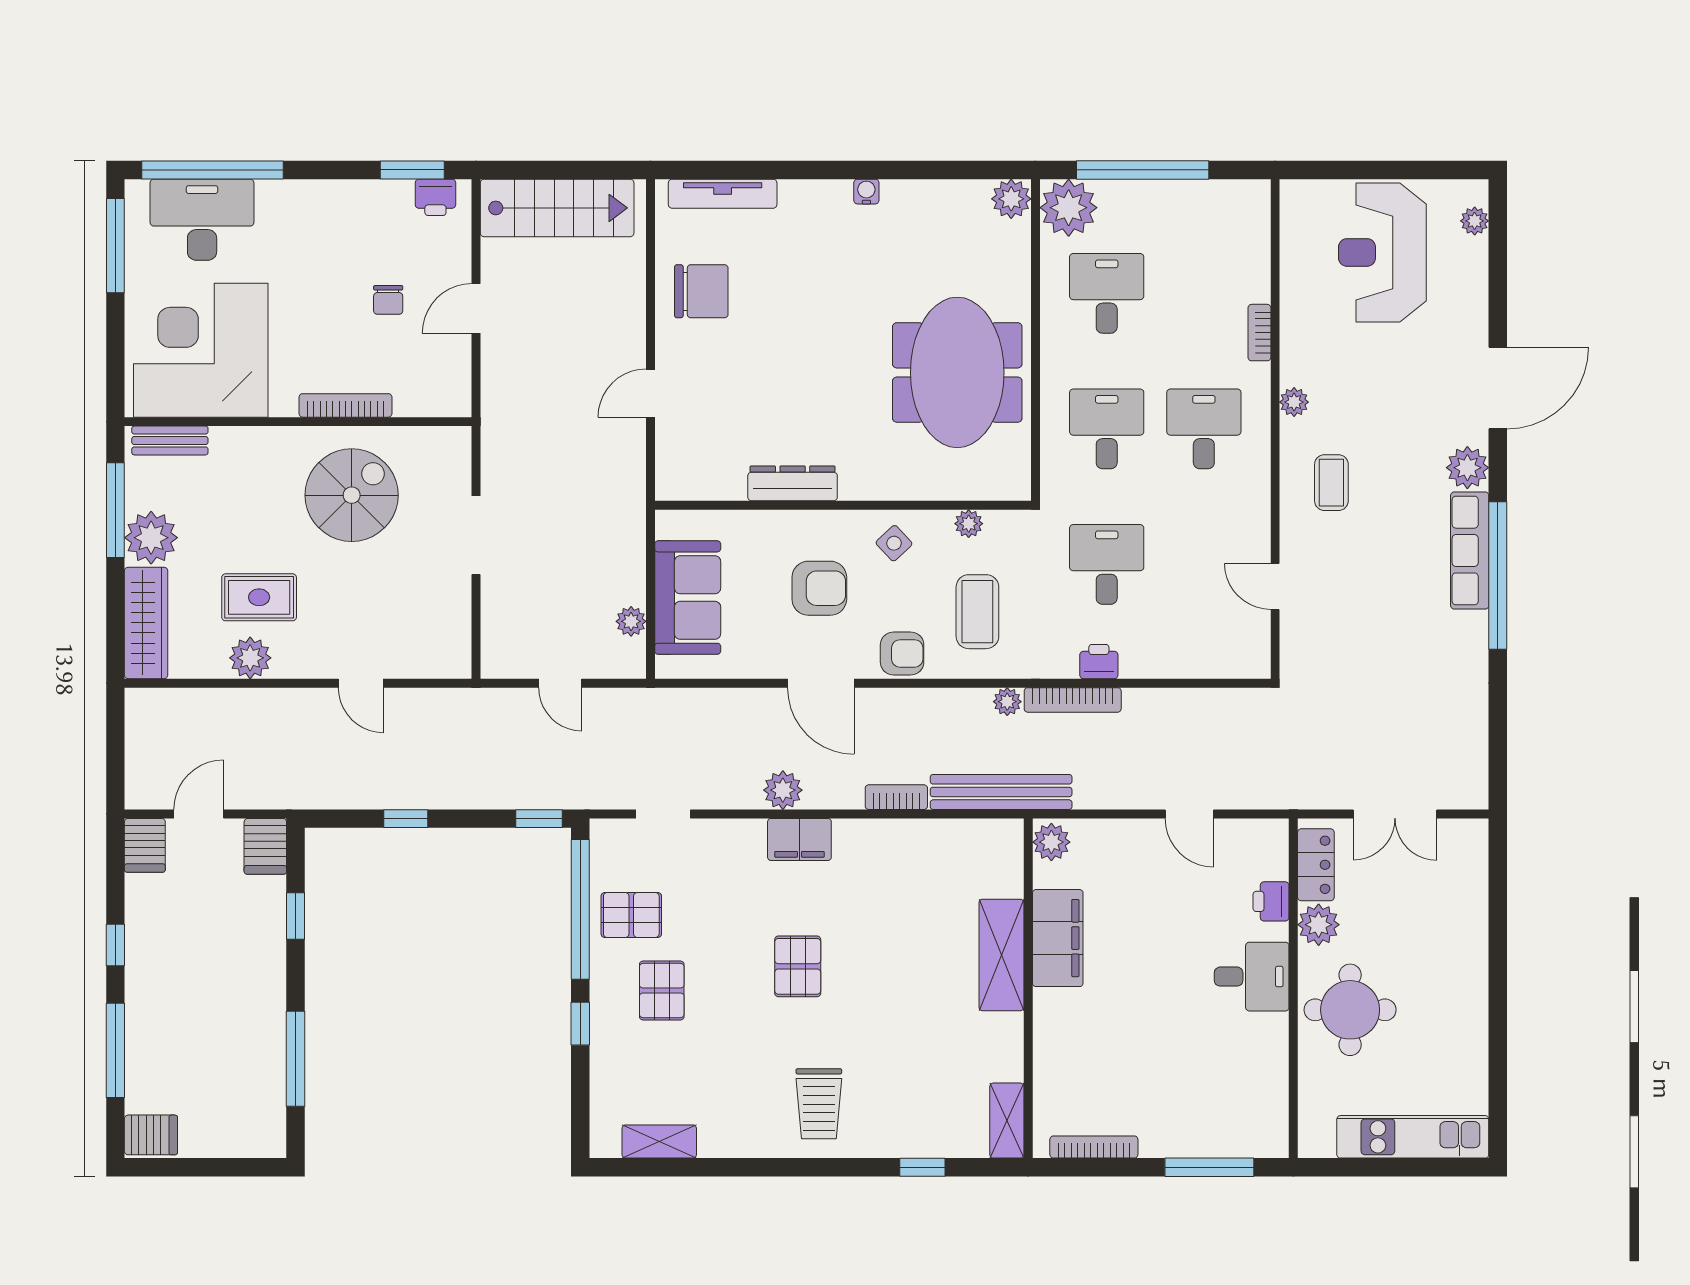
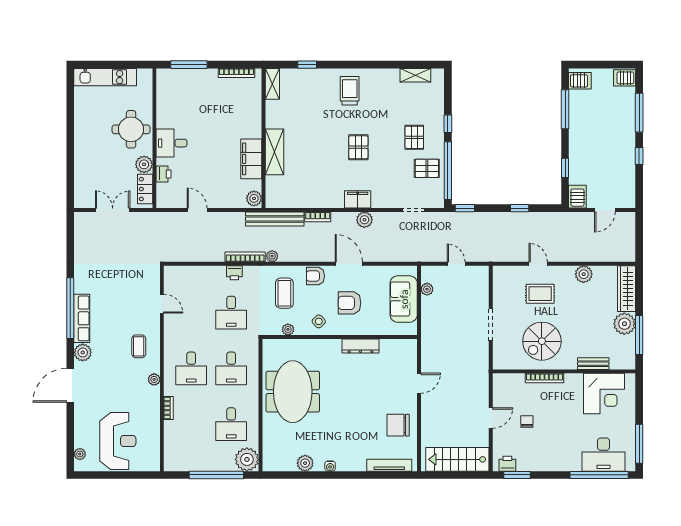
plant: (1011, 199) -> (305, 463), moved
corner desk: (201, 350) -> (604, 393), width x0.74, depth x0.74
bench: (170, 440) -> (593, 364), moved
rug: (259, 597) -> (540, 294), moved
server rack: (145, 845) -> (580, 81), moved, turned 90

